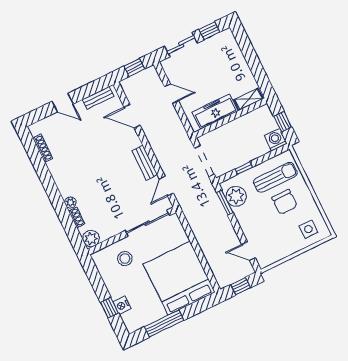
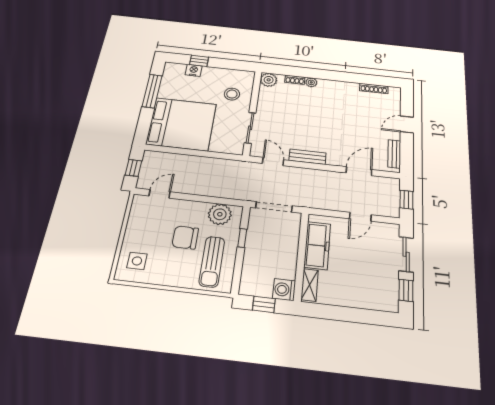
washing machine: (276, 140) -> (284, 290), moved, turned 180
chair: (285, 202) -> (185, 237), moved
window: (225, 203) -> (221, 201), removed
sliding door: (147, 223) -> (250, 128), width x0.73

